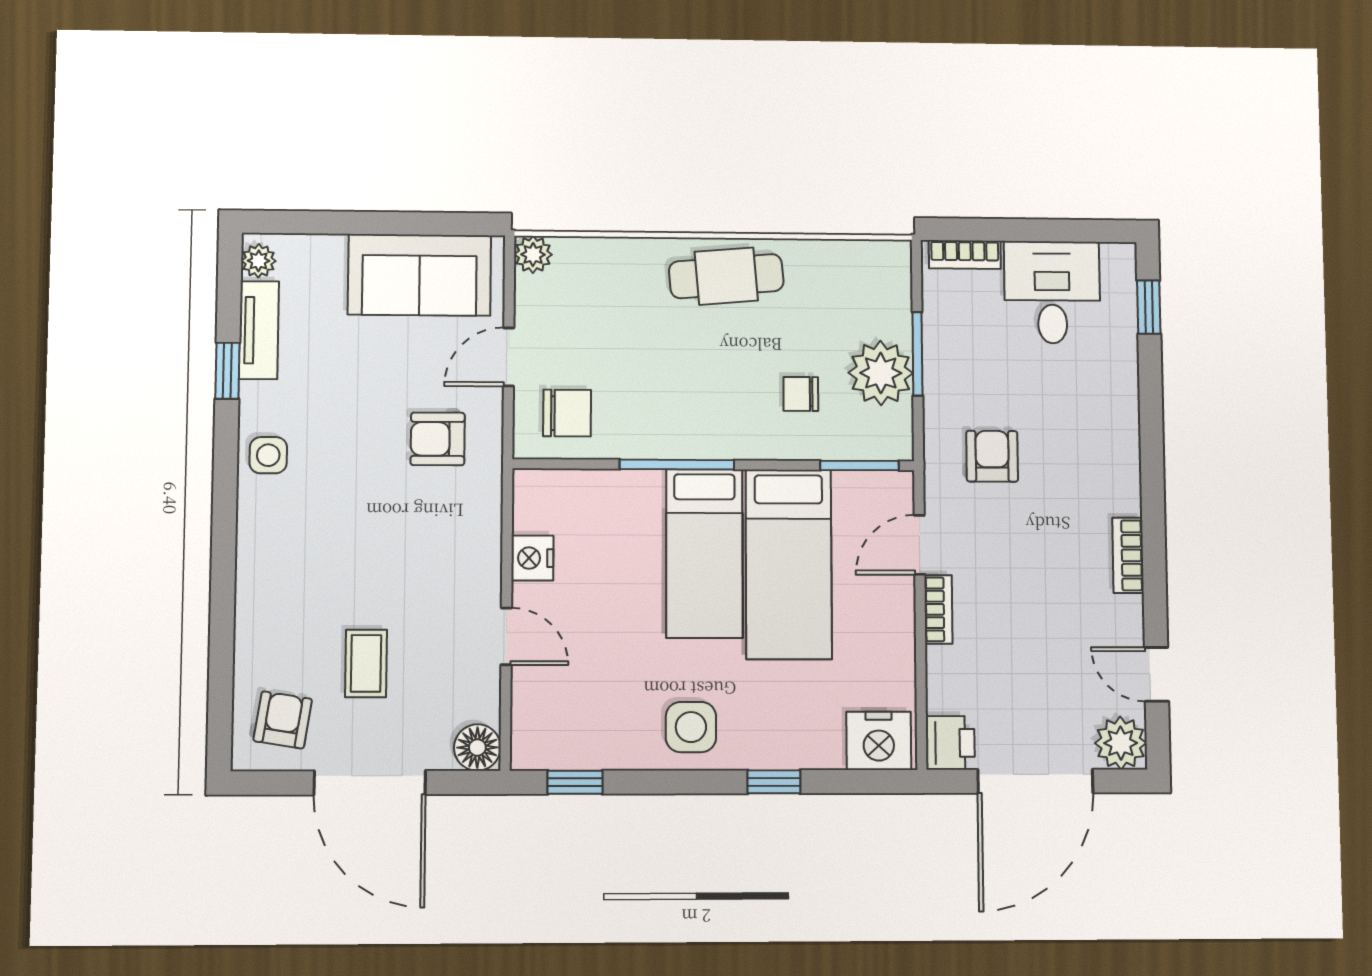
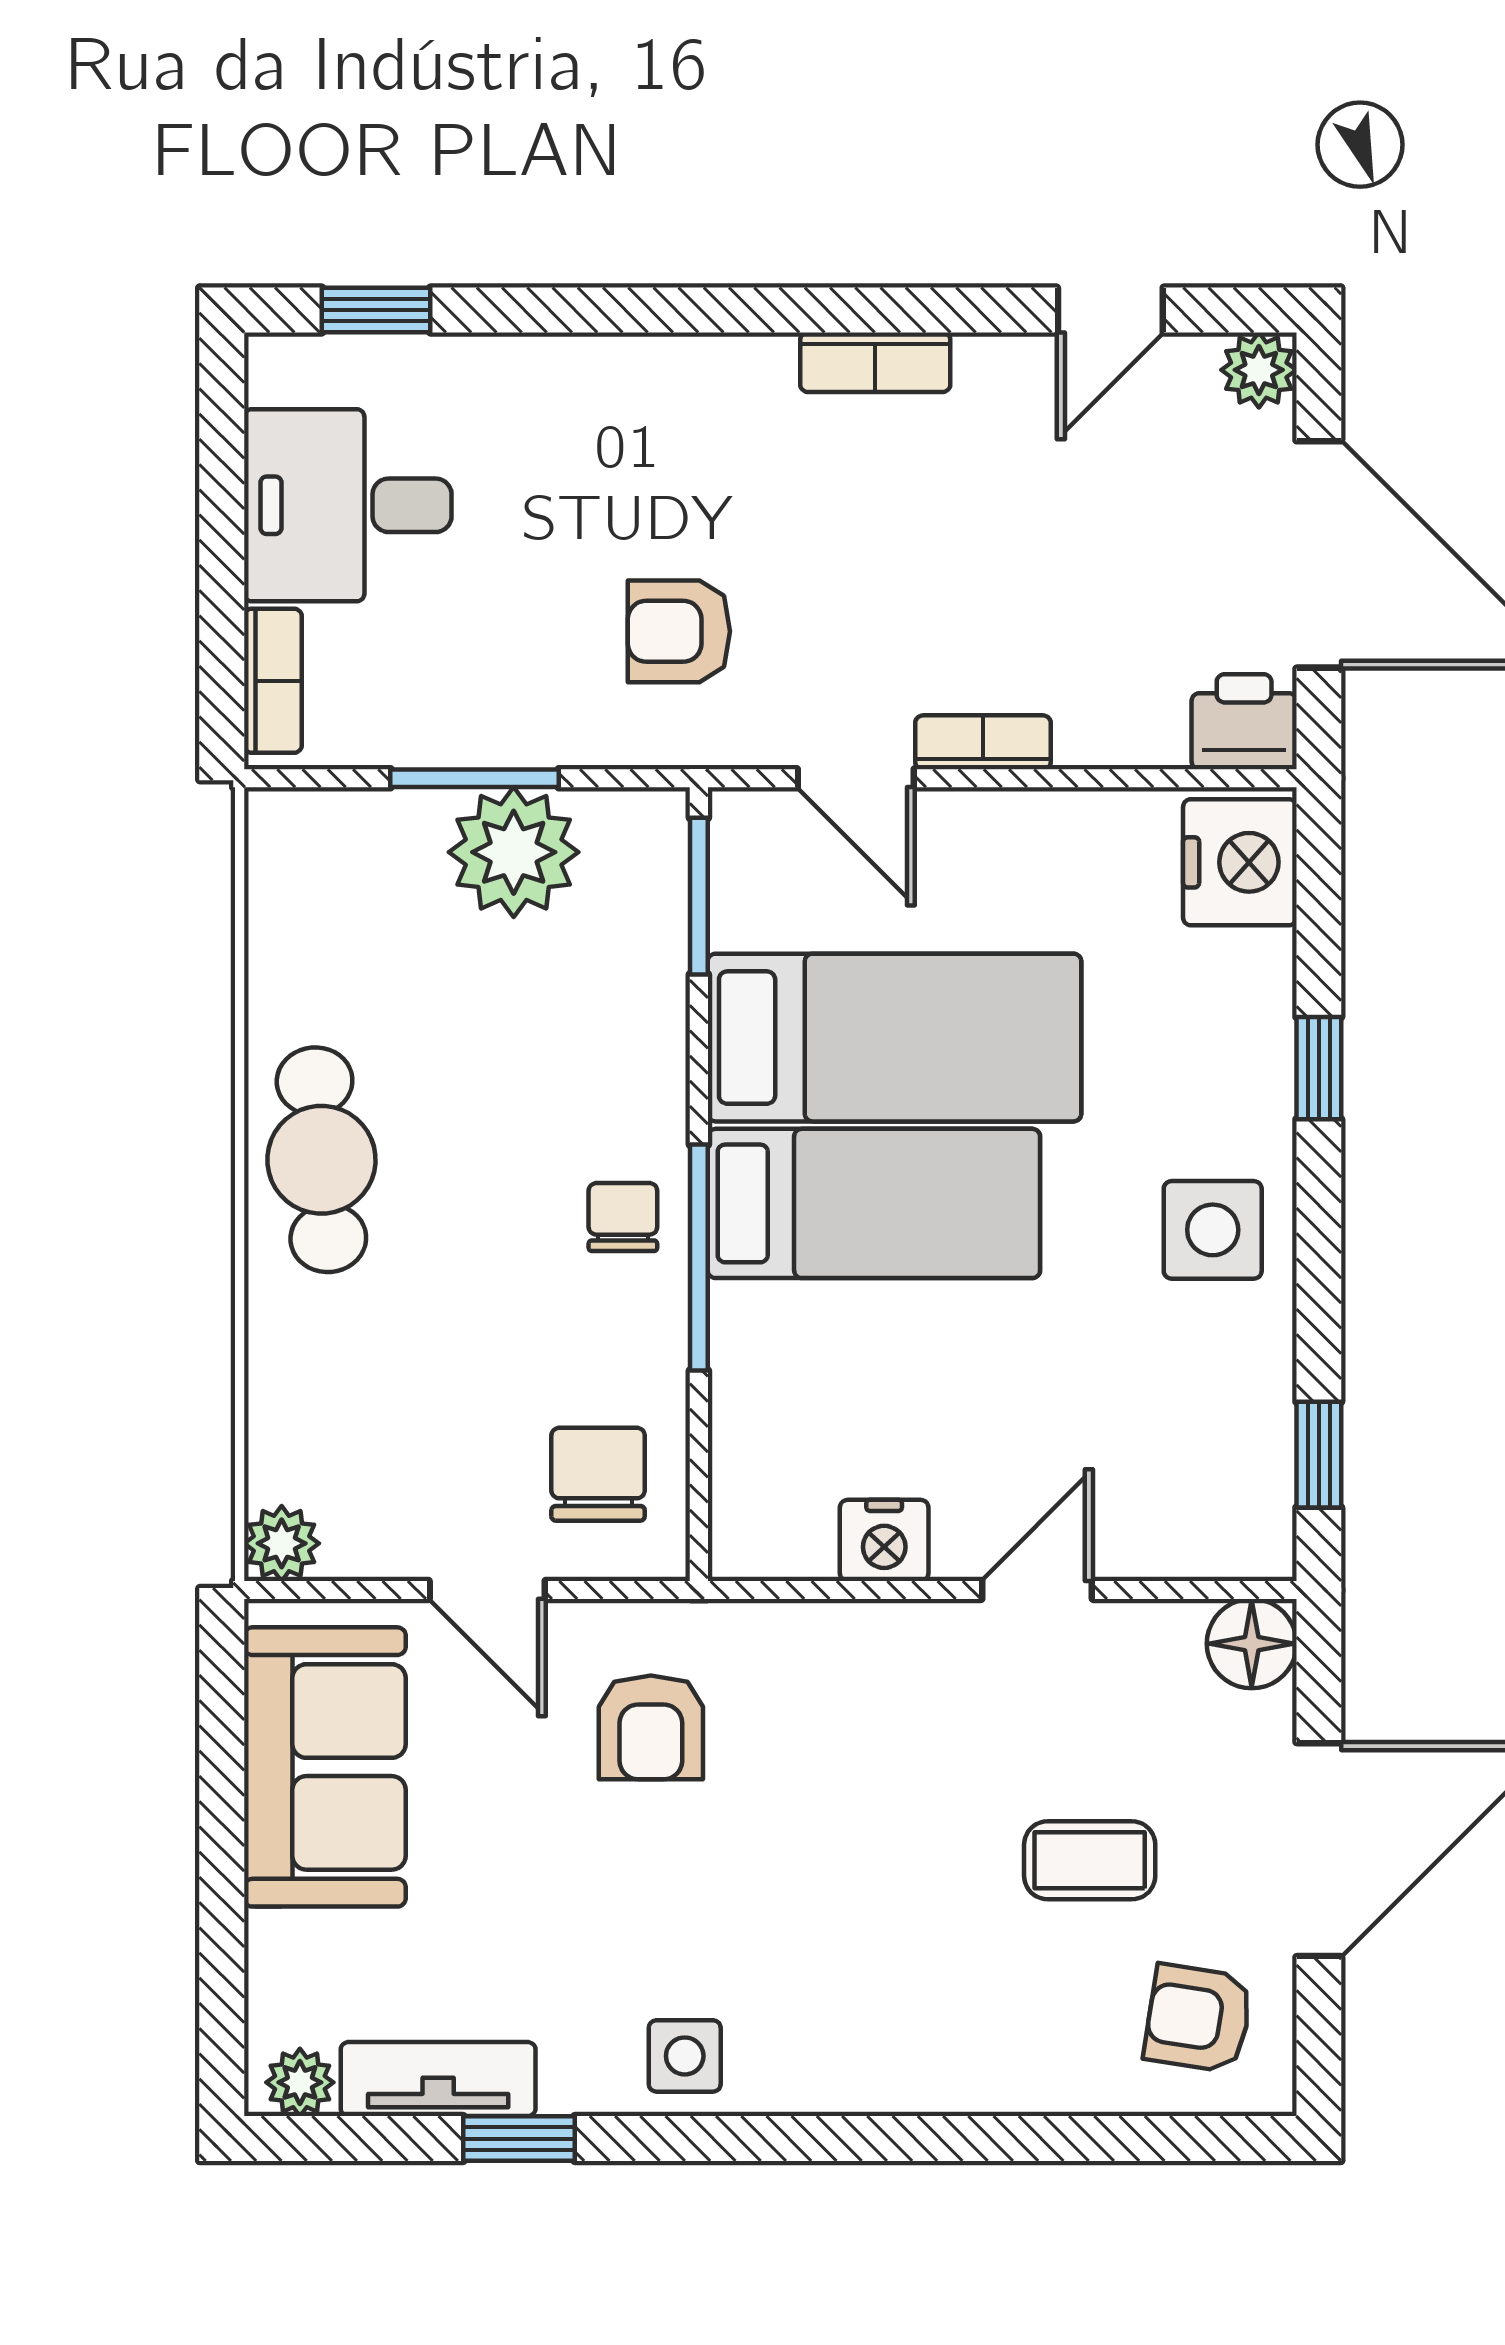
chair: (801, 394) -> (623, 1217), moved, turned 180
plant: (1121, 743) -> (1259, 370), width x0.73, depth x0.73

